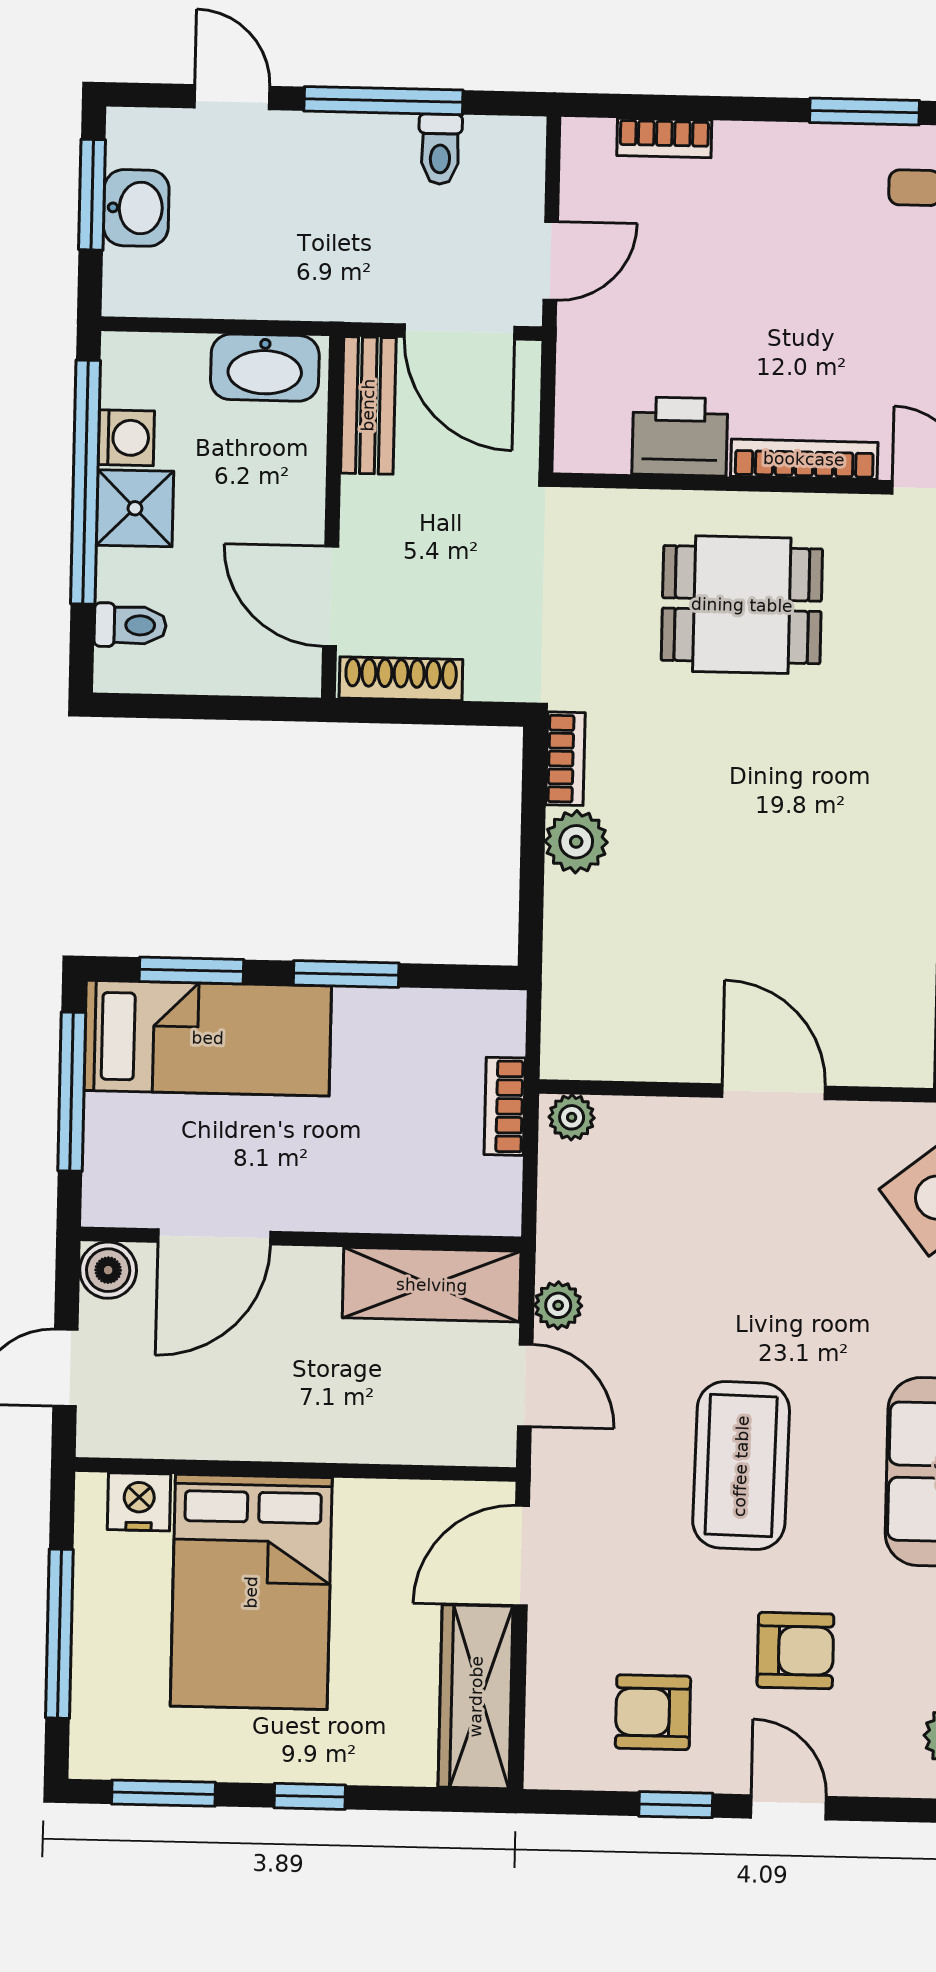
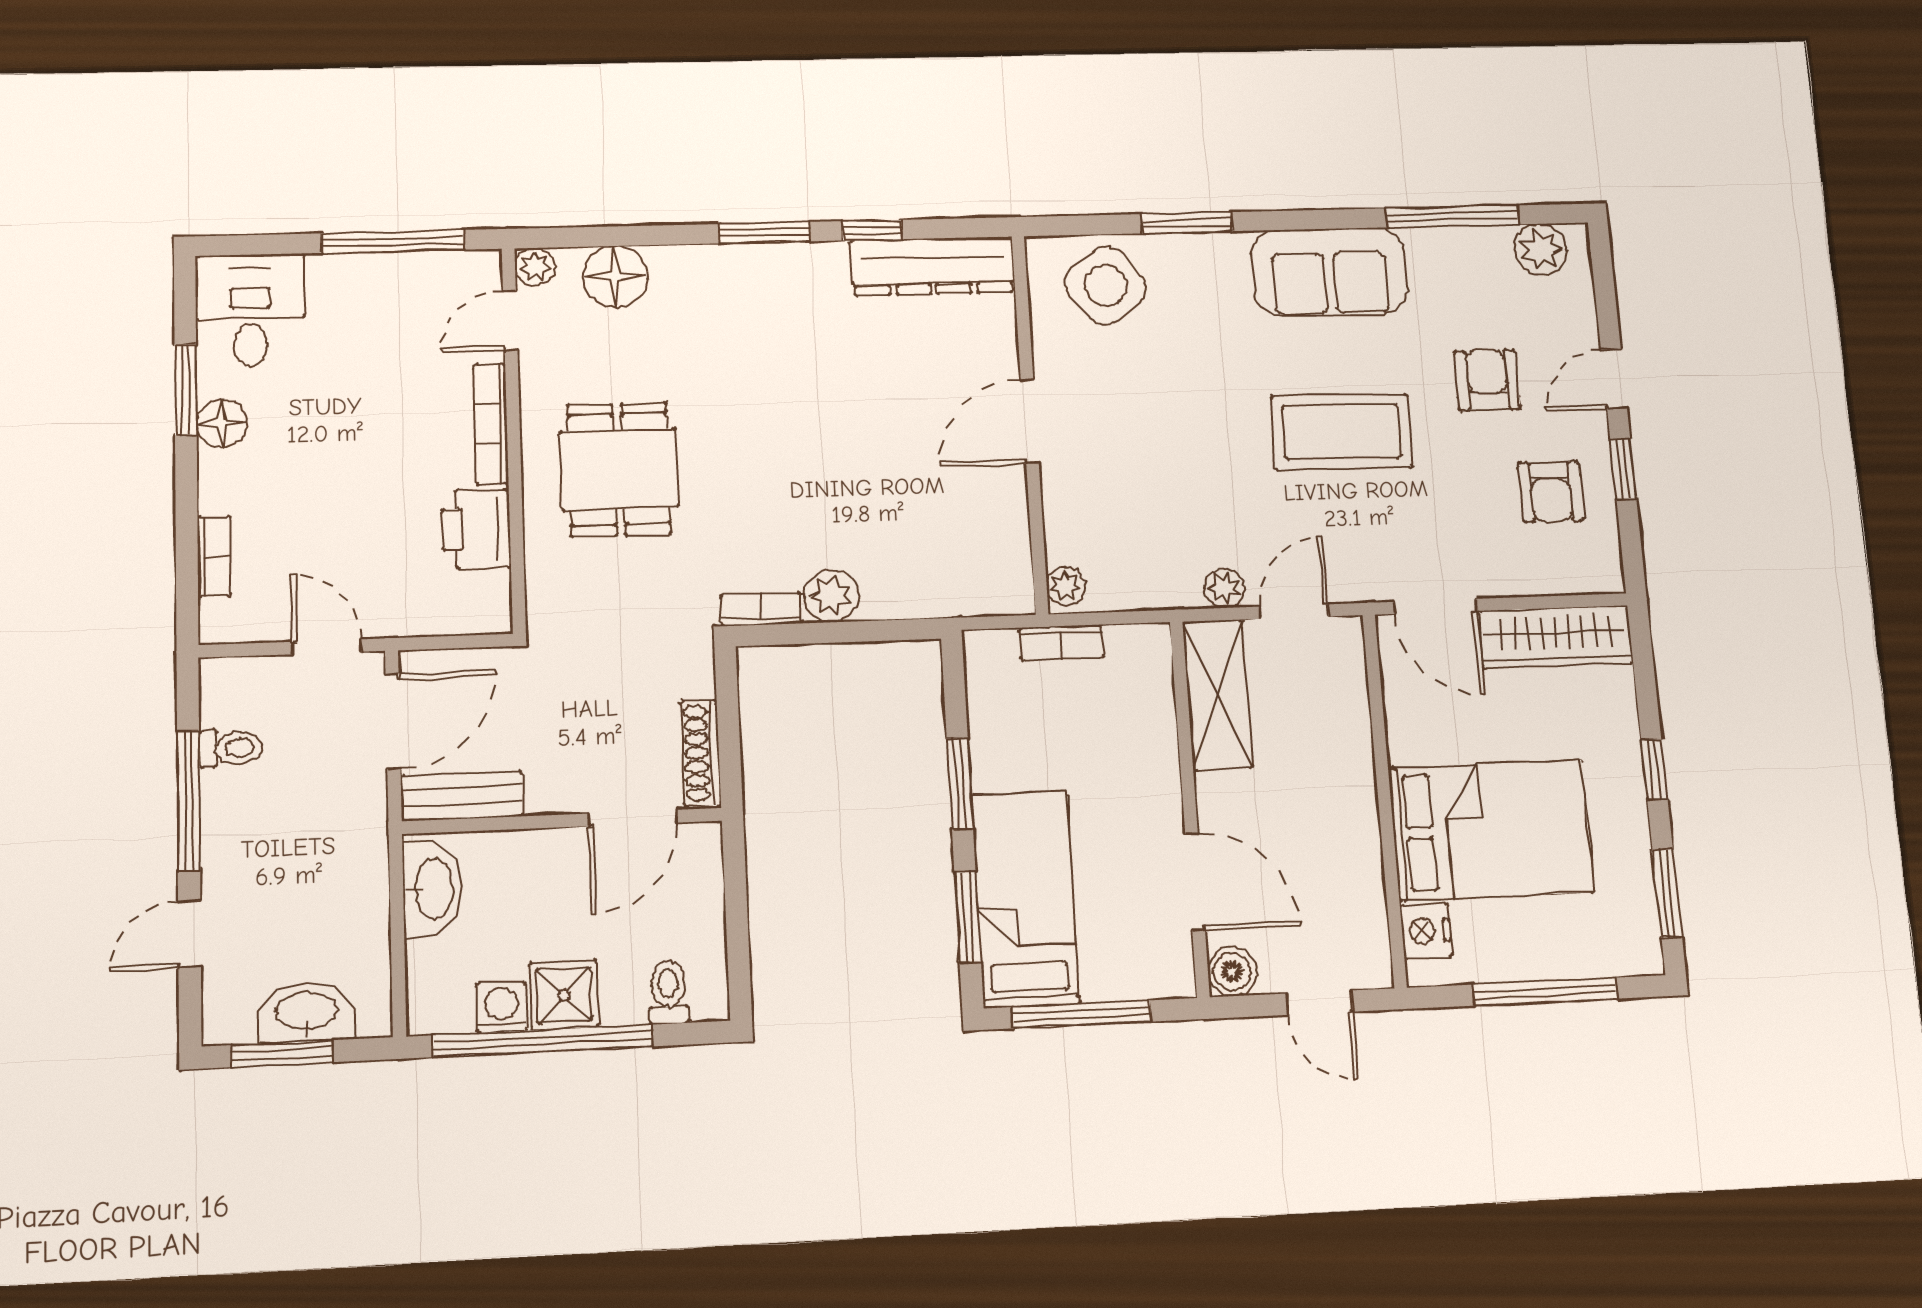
floor lamp: (821, 151) -> (222, 424), added
washbasin: (136, 208) -> (307, 1012), width x1.38

